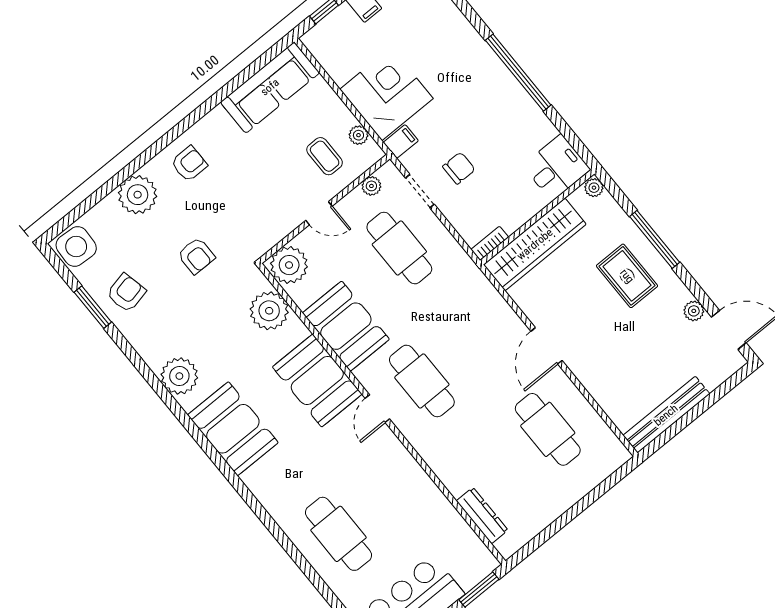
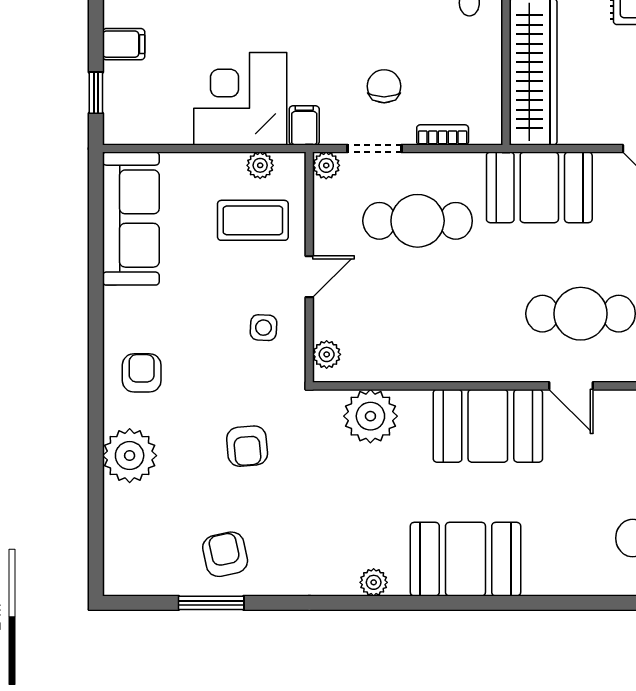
coffee table: (325, 156) -> (253, 220), width x1.36, depth x1.30
plant: (371, 186) -> (326, 165), moved
bookcase: (490, 243) -> (443, 135), moved, turned 90
side table: (76, 247) -> (263, 328), moved, width x0.54, depth x0.54
armchair: (196, 256) -> (247, 446), turned 85
plant: (289, 265) -> (327, 354), width x0.53, depth x0.53
booth: (346, 326) -> (539, 187), moved
plant: (179, 376) -> (374, 582), width x0.53, depth x0.53

